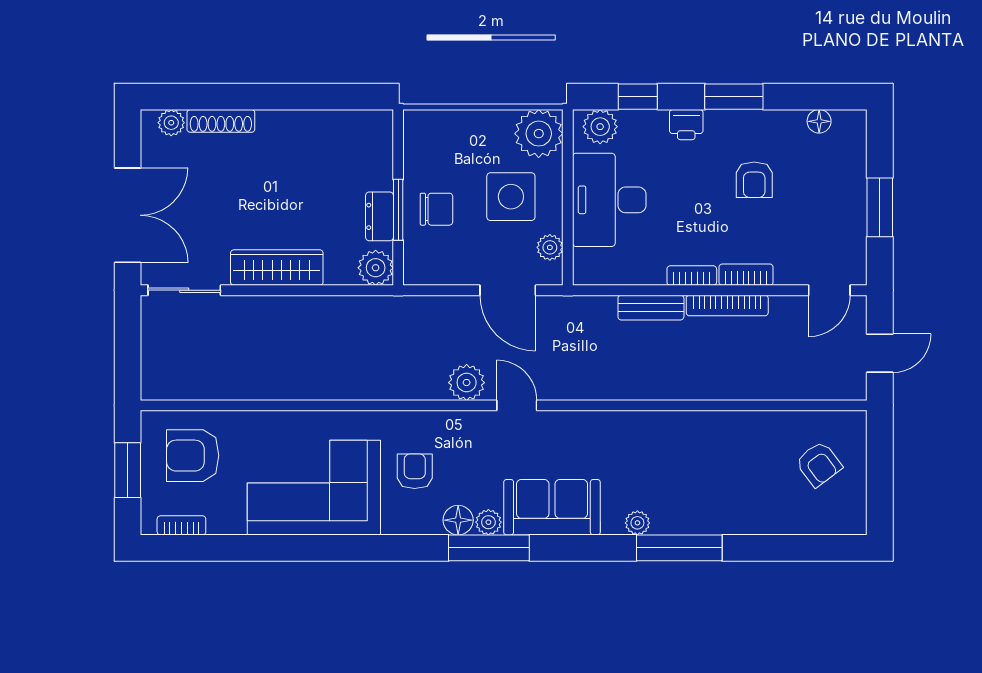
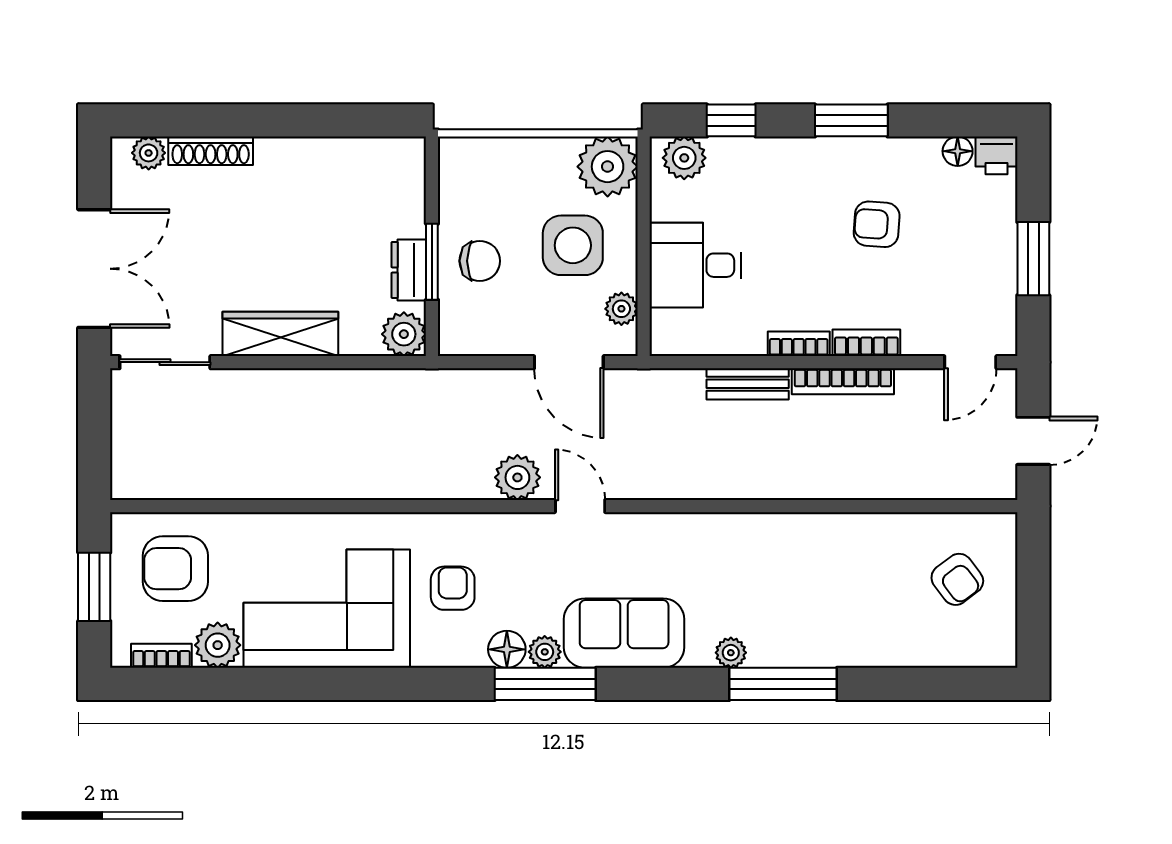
printer: (686, 125) -> (997, 155), moved
armchair: (754, 180) -> (877, 224), turned 94
desk: (609, 200) -> (696, 265), width x0.73
plant: (227, 517) -> (218, 645), added

